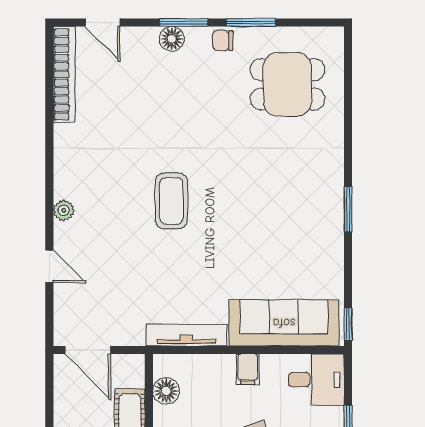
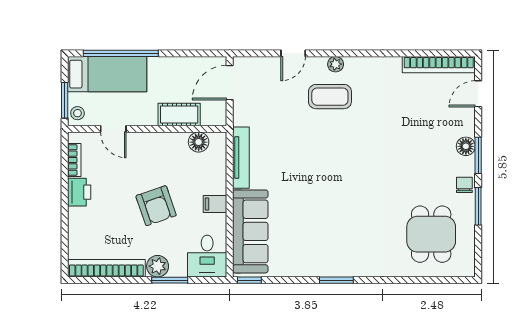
coffee table: (171, 201) -> (330, 97), moved

